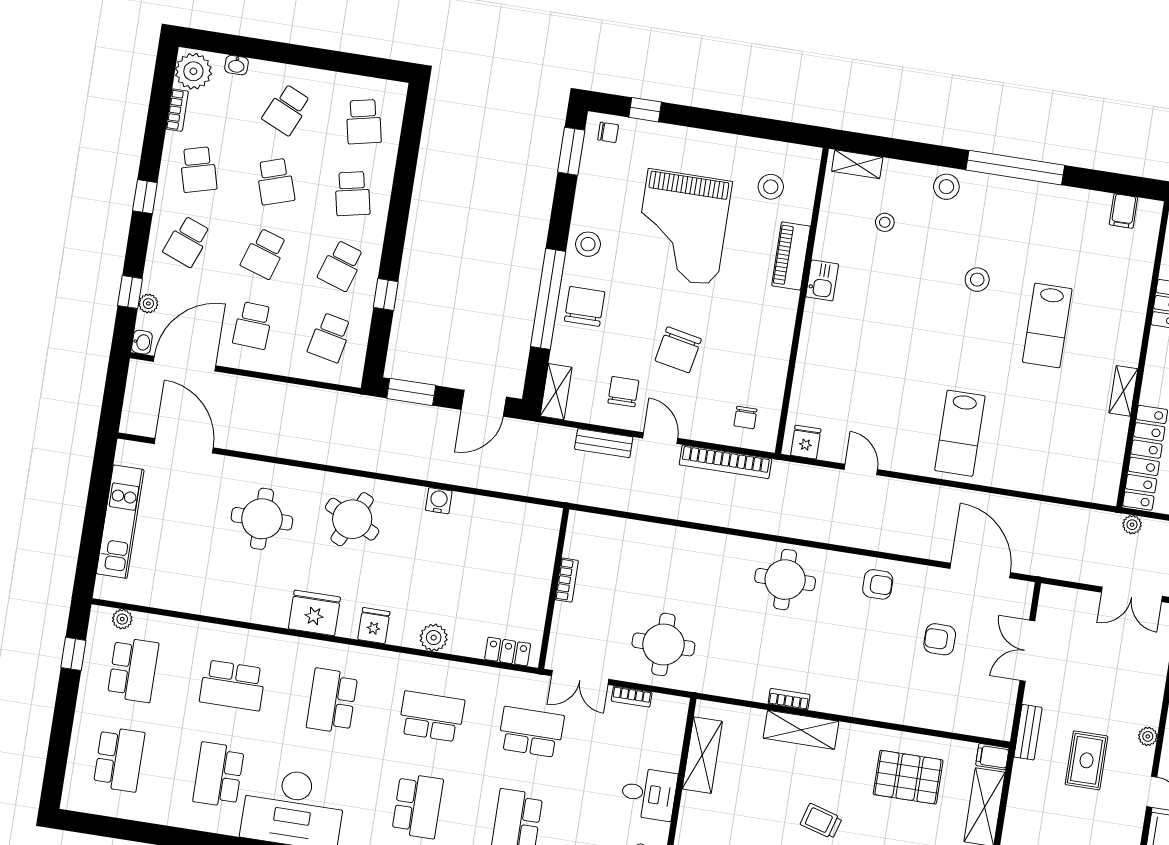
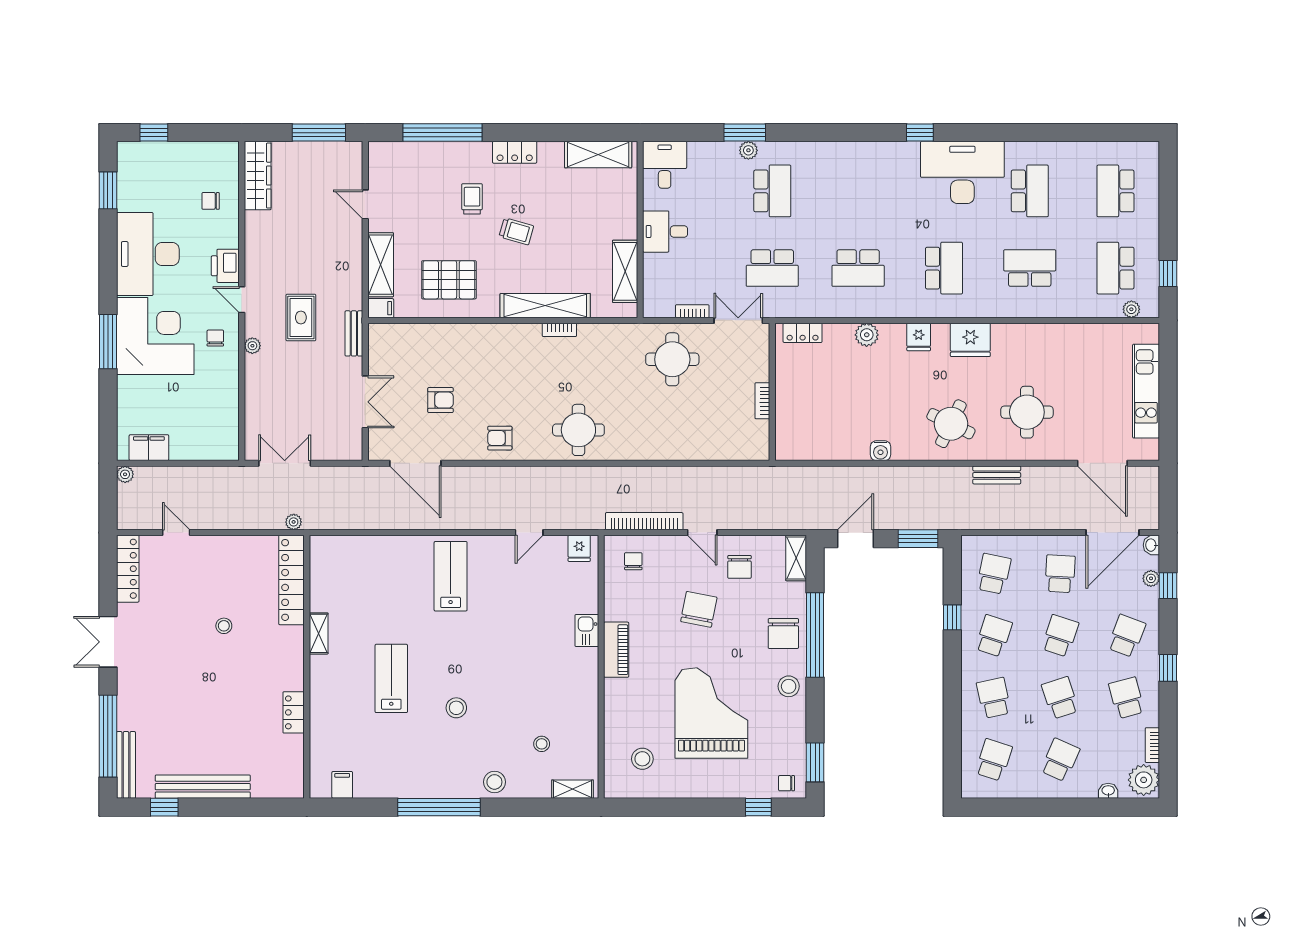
school desk: (364, 122) -> (994, 760), turned 30
piano: (791, 256) -> (616, 650), moved
kitchen sink: (822, 280) -> (587, 631), moved
bench: (604, 443) -> (997, 475), moved
door: (861, 470) -> (529, 533), hinge flipped
shelving: (801, 730) -> (545, 306), width x1.47
school desk: (418, 806) -> (858, 191), removed

